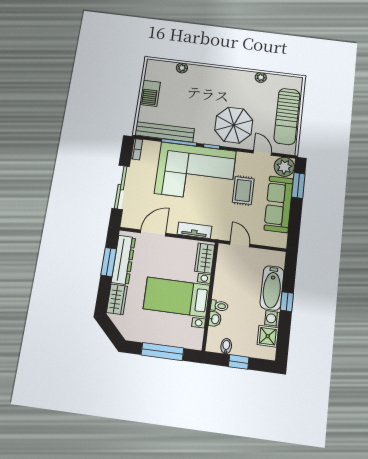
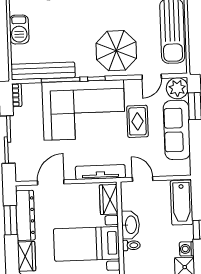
door: (262, 153) -> (152, 77), swing flipped
tv unit: (194, 230) -> (100, 172), width x1.41
bathtub: (272, 288) -> (182, 203), moved
washbasin: (215, 319) -> (130, 225), moved, width x1.91, depth x1.45

